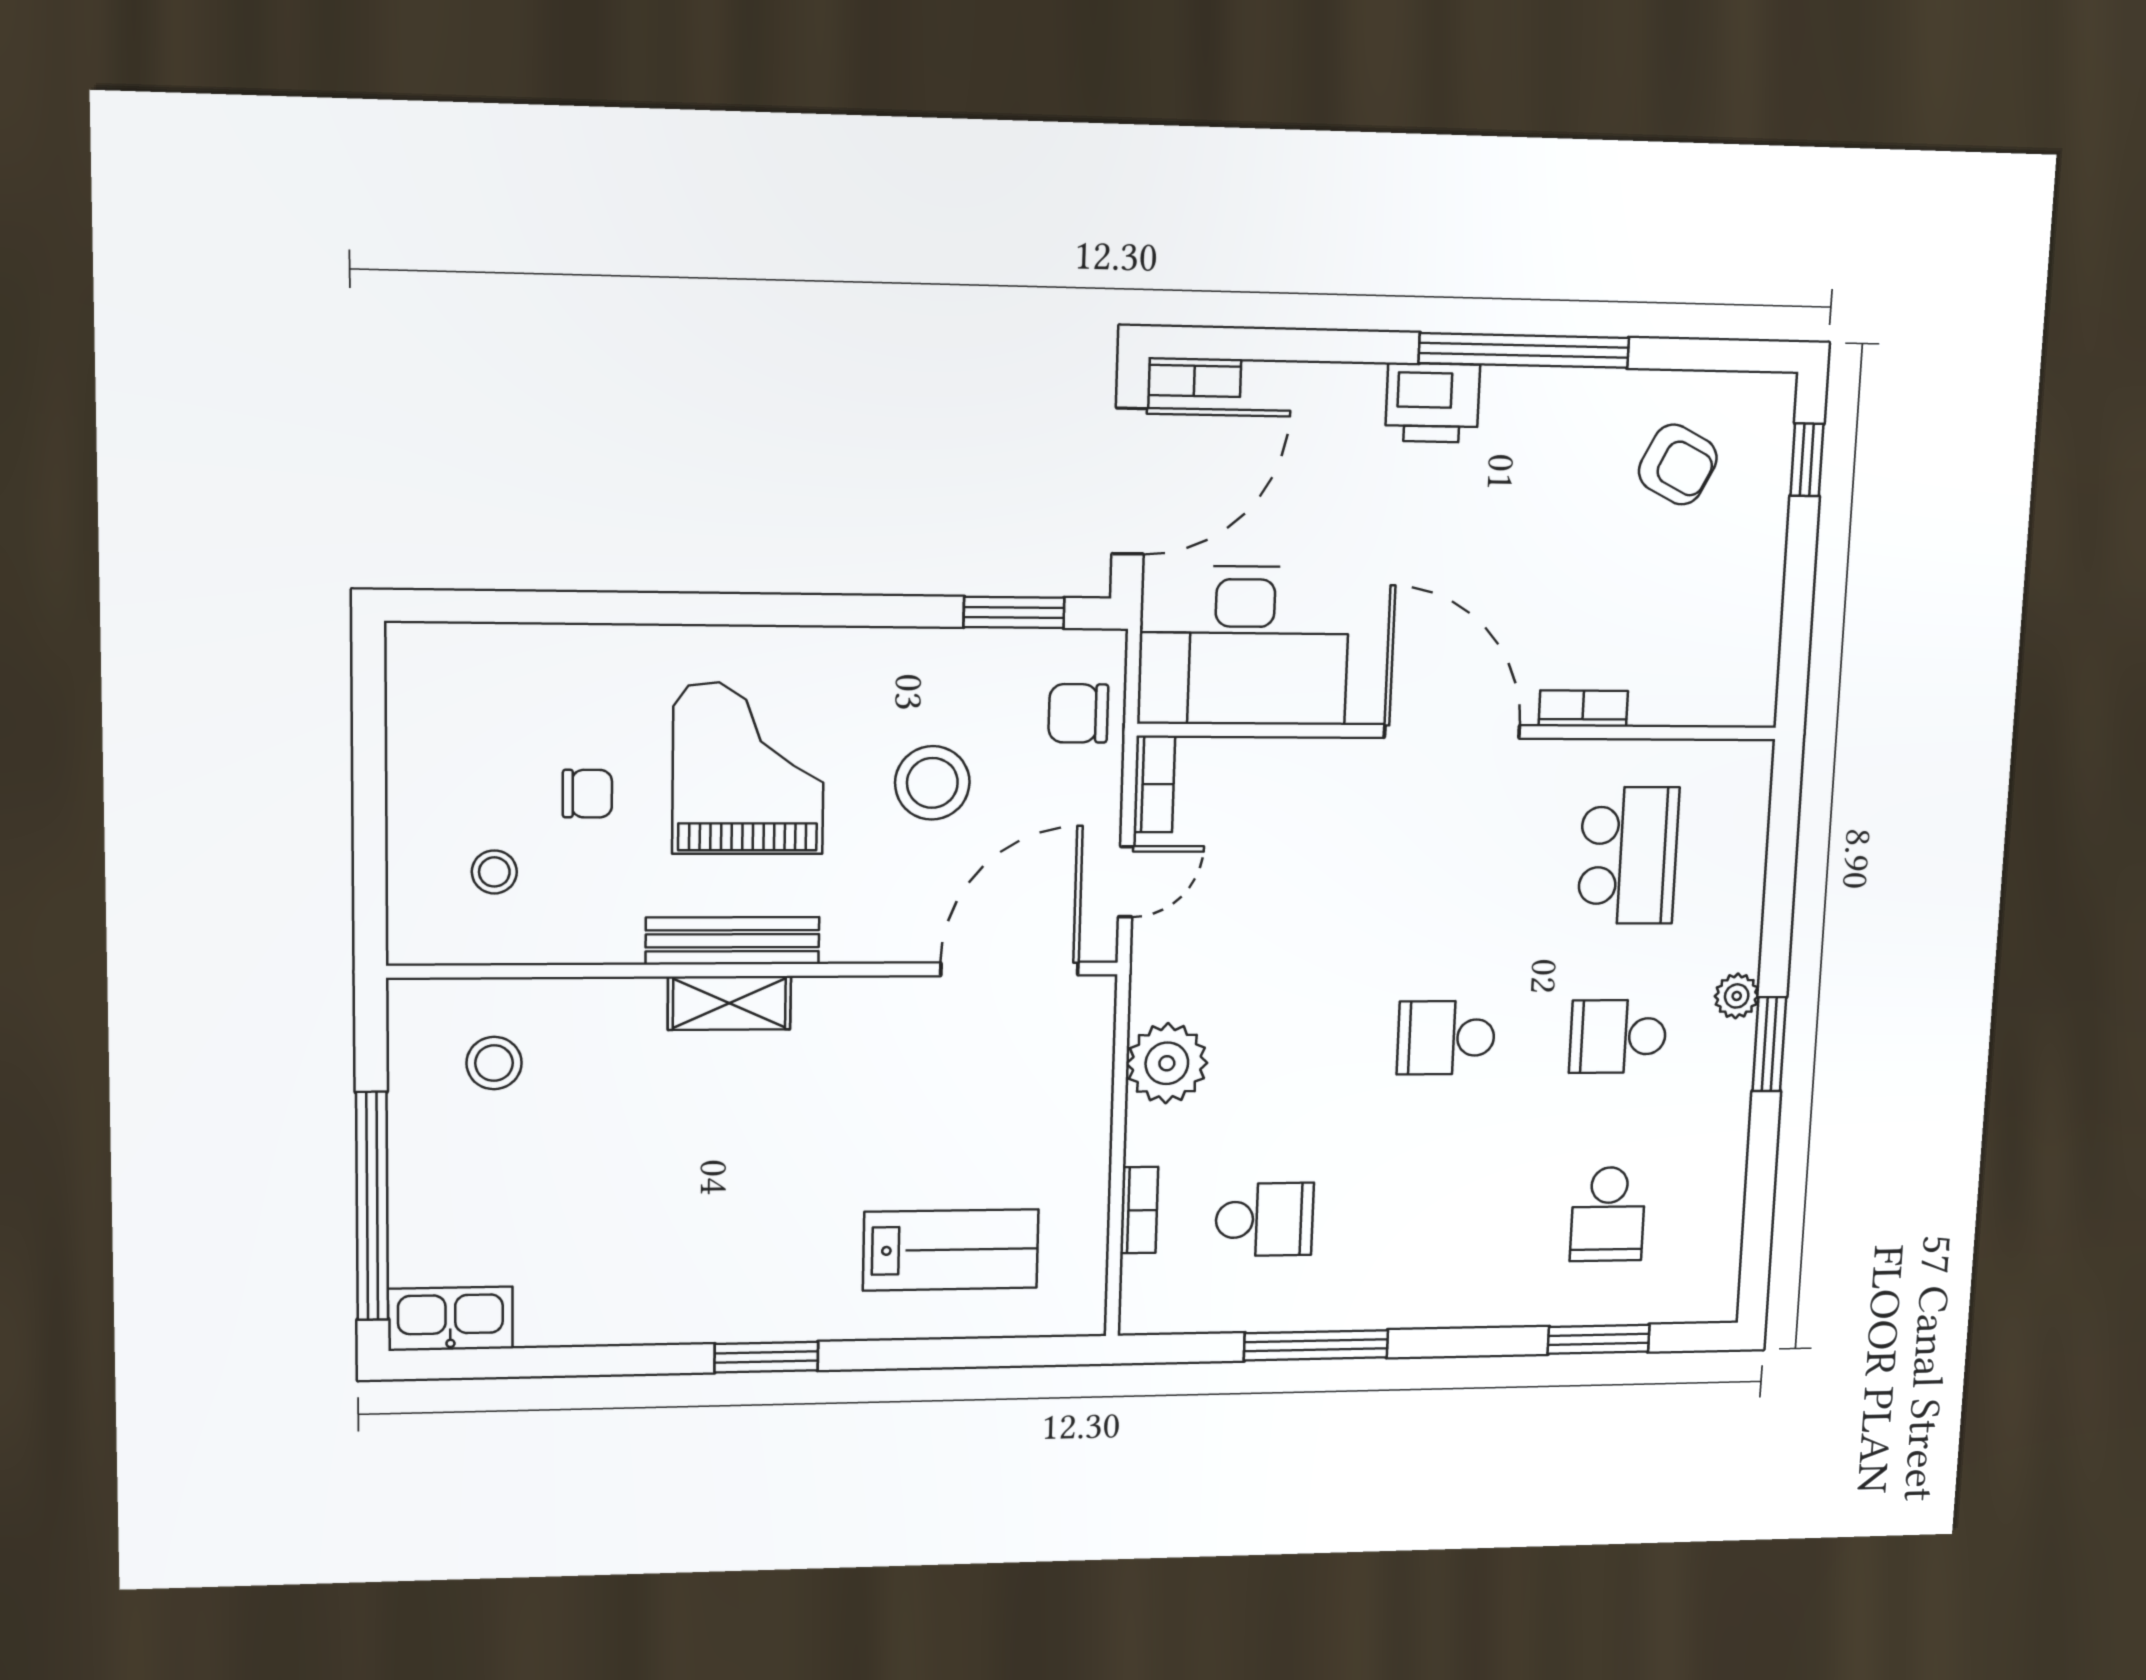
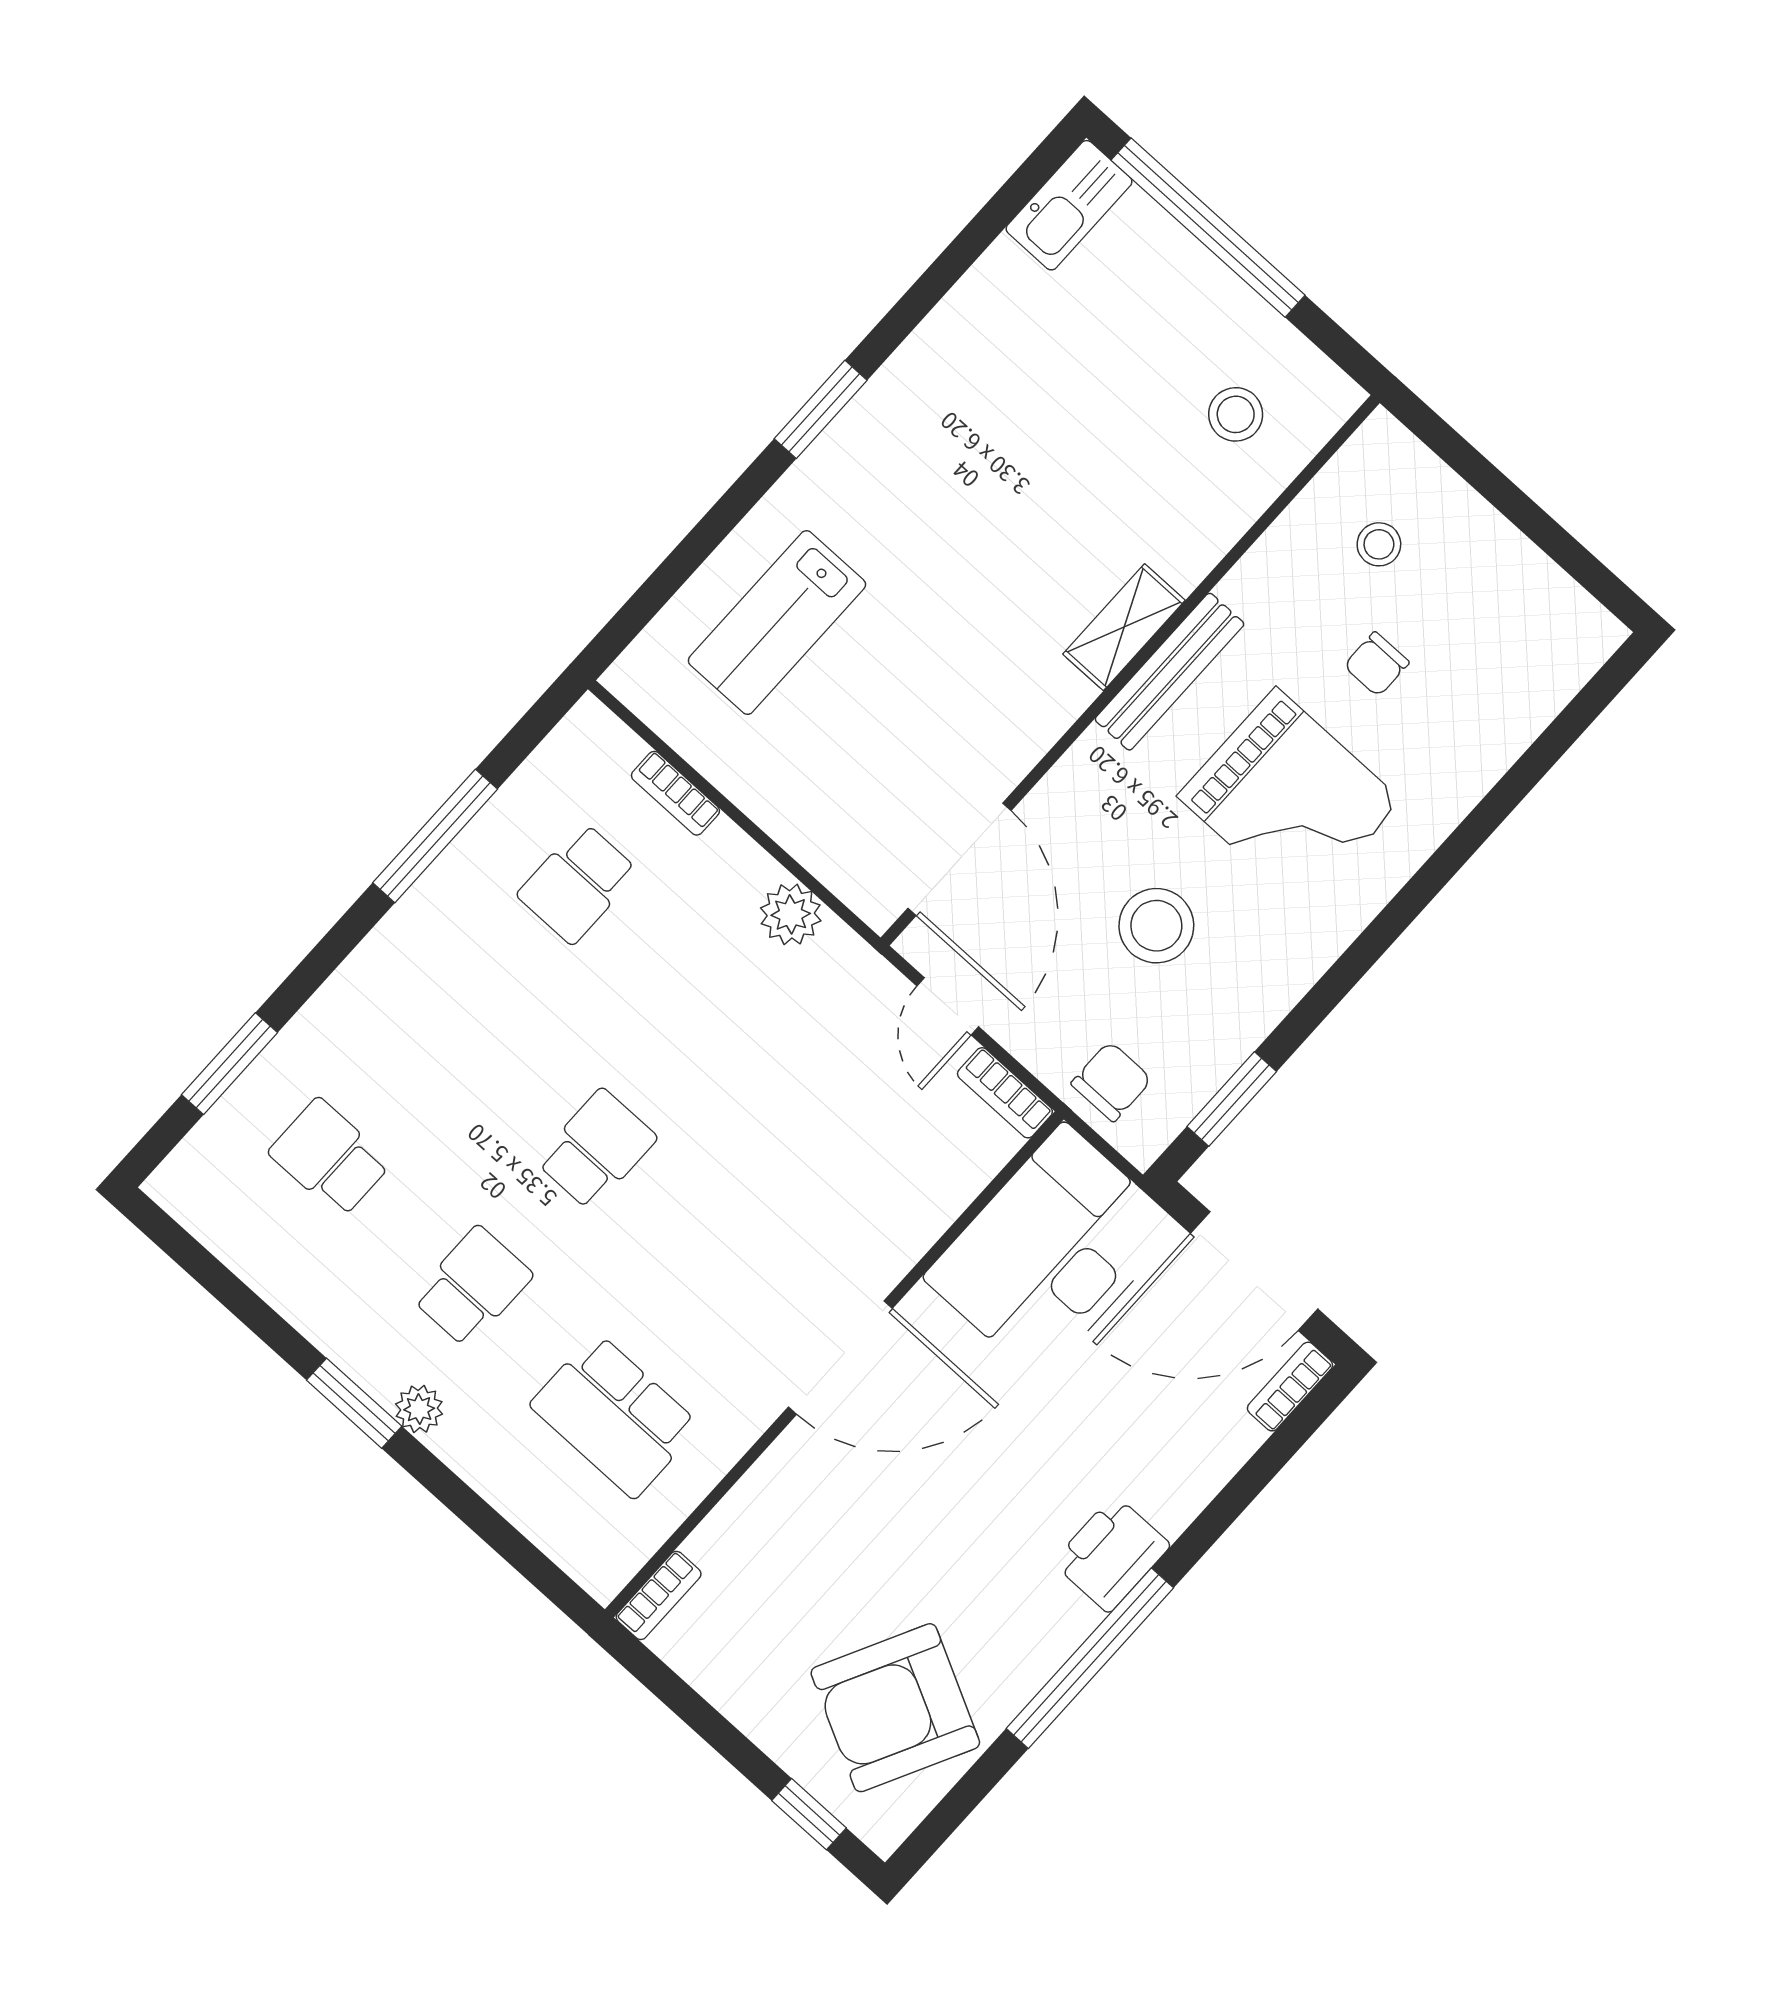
armchair: (1678, 465) -> (895, 1708), width x1.88, depth x1.88
door: (1130, 481) -> (1254, 1271), hinge flipped
bookcase: (1583, 709) -> (659, 1595), moved
plant: (1167, 1063) -> (791, 914), width x0.73, depth x0.73

